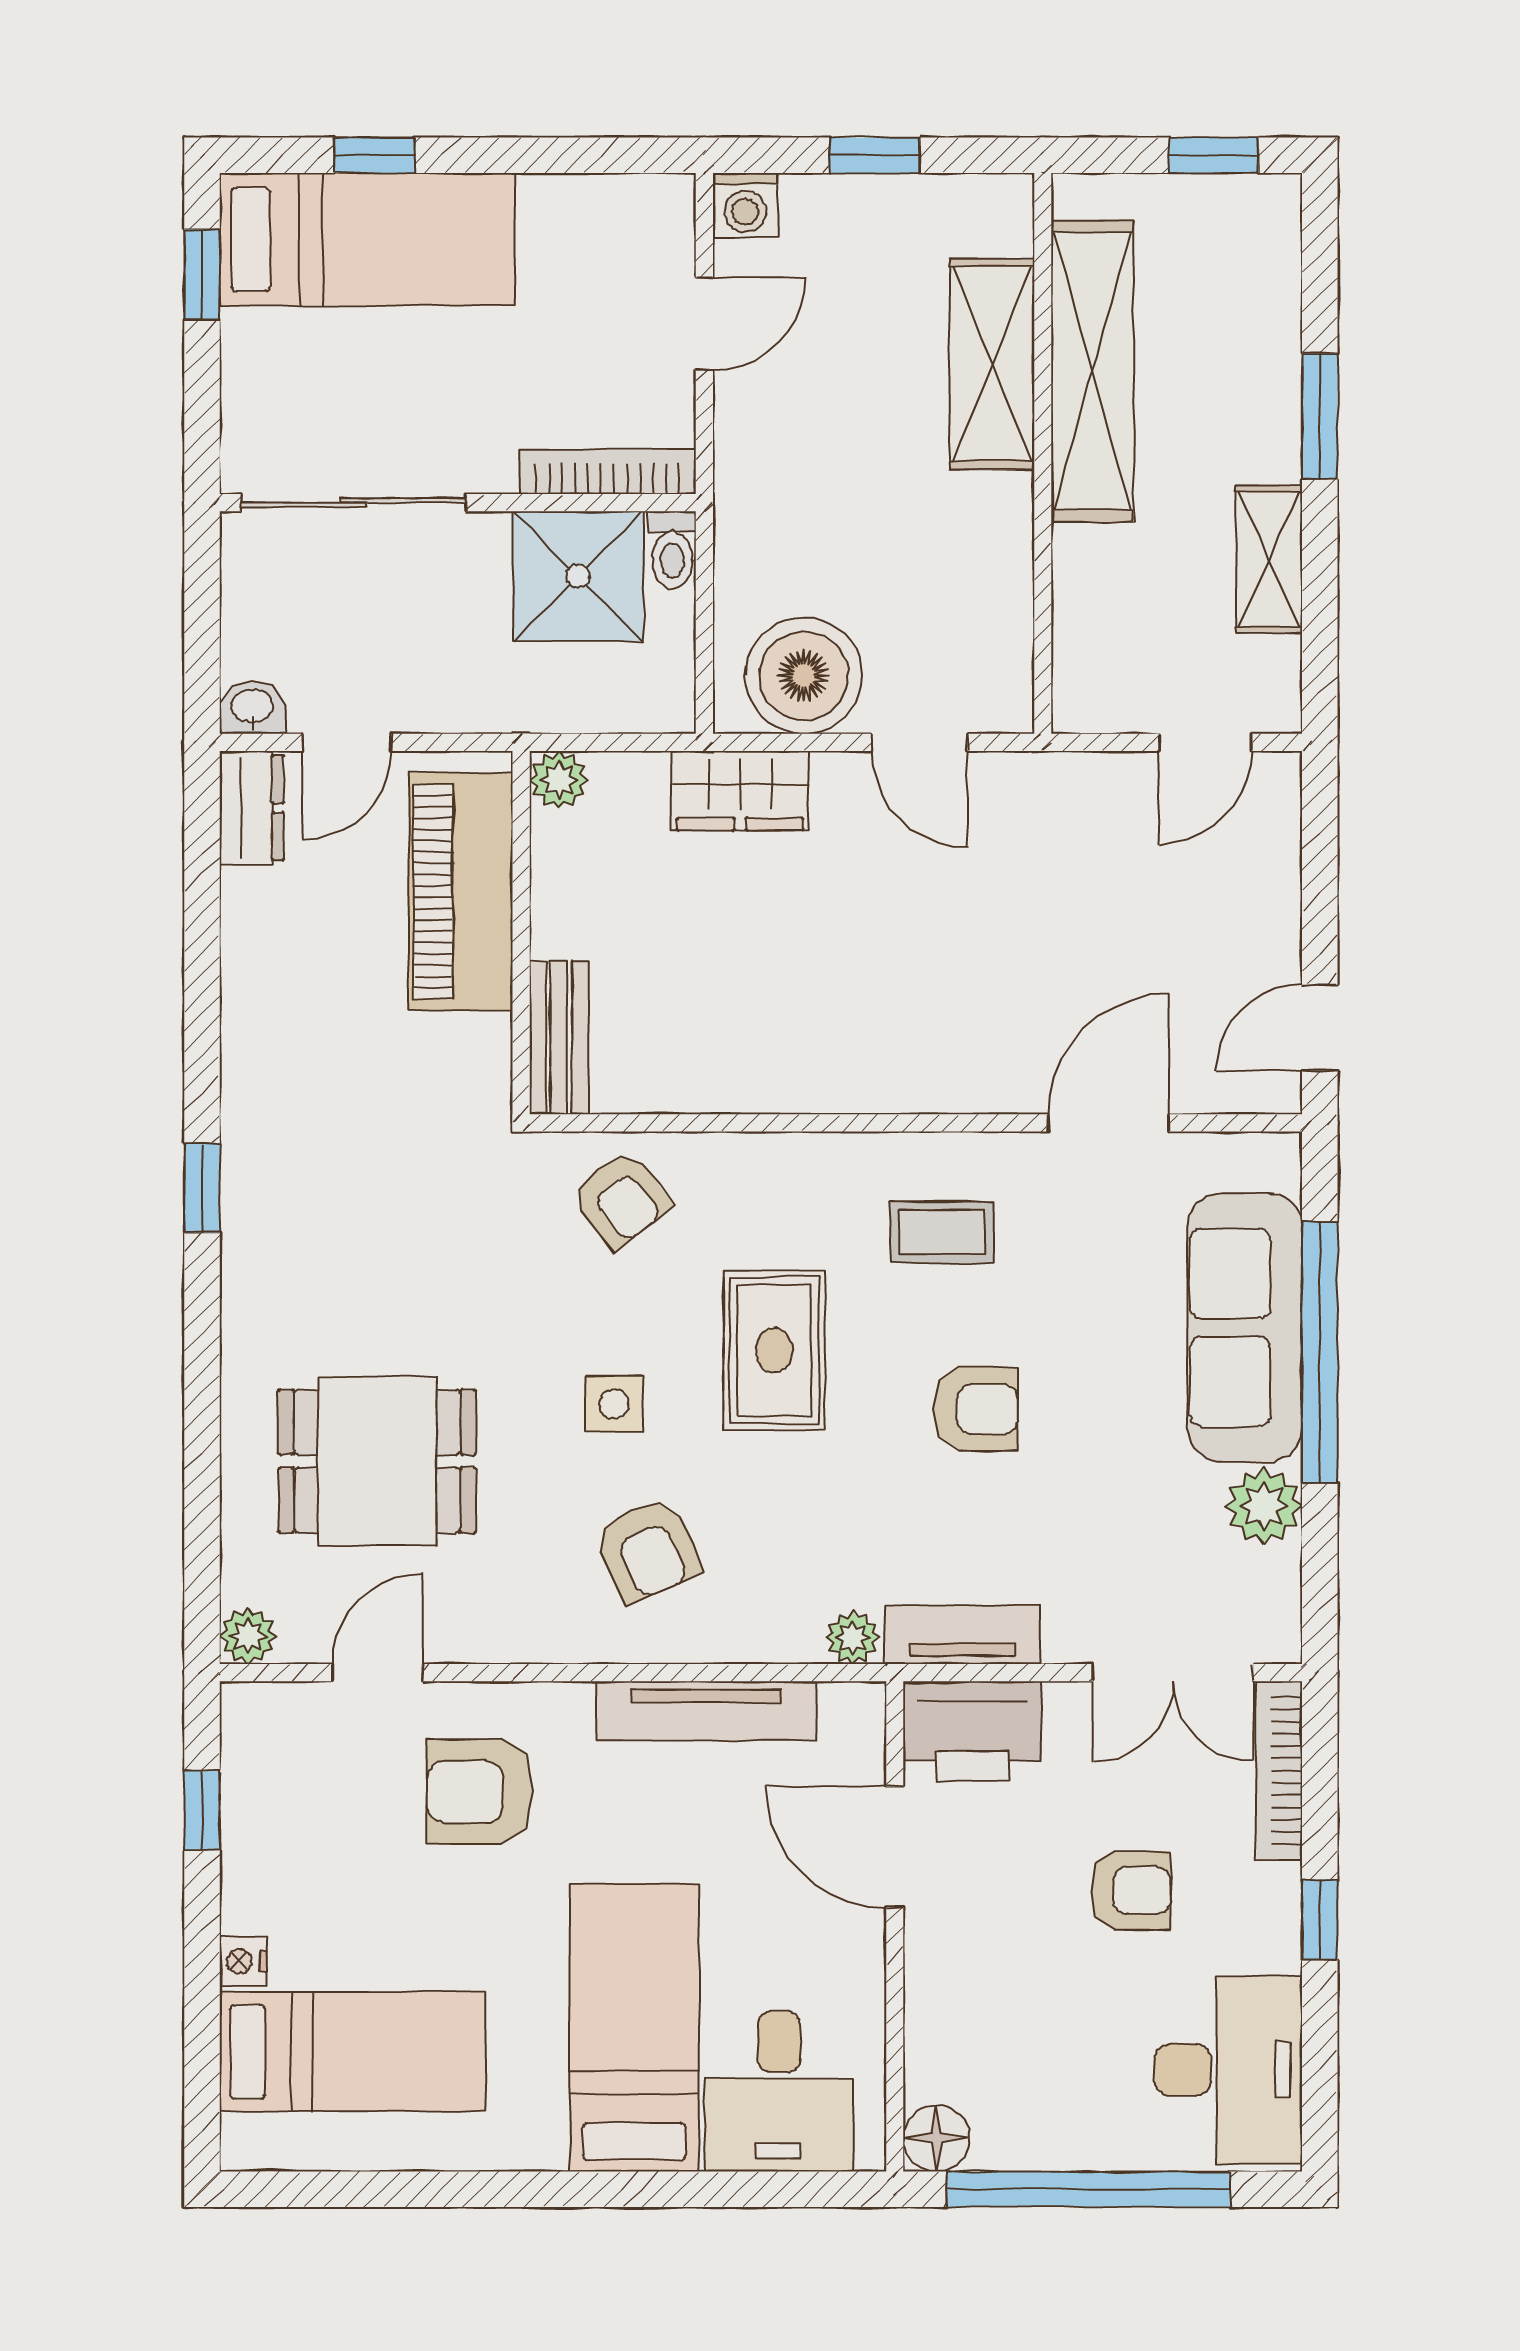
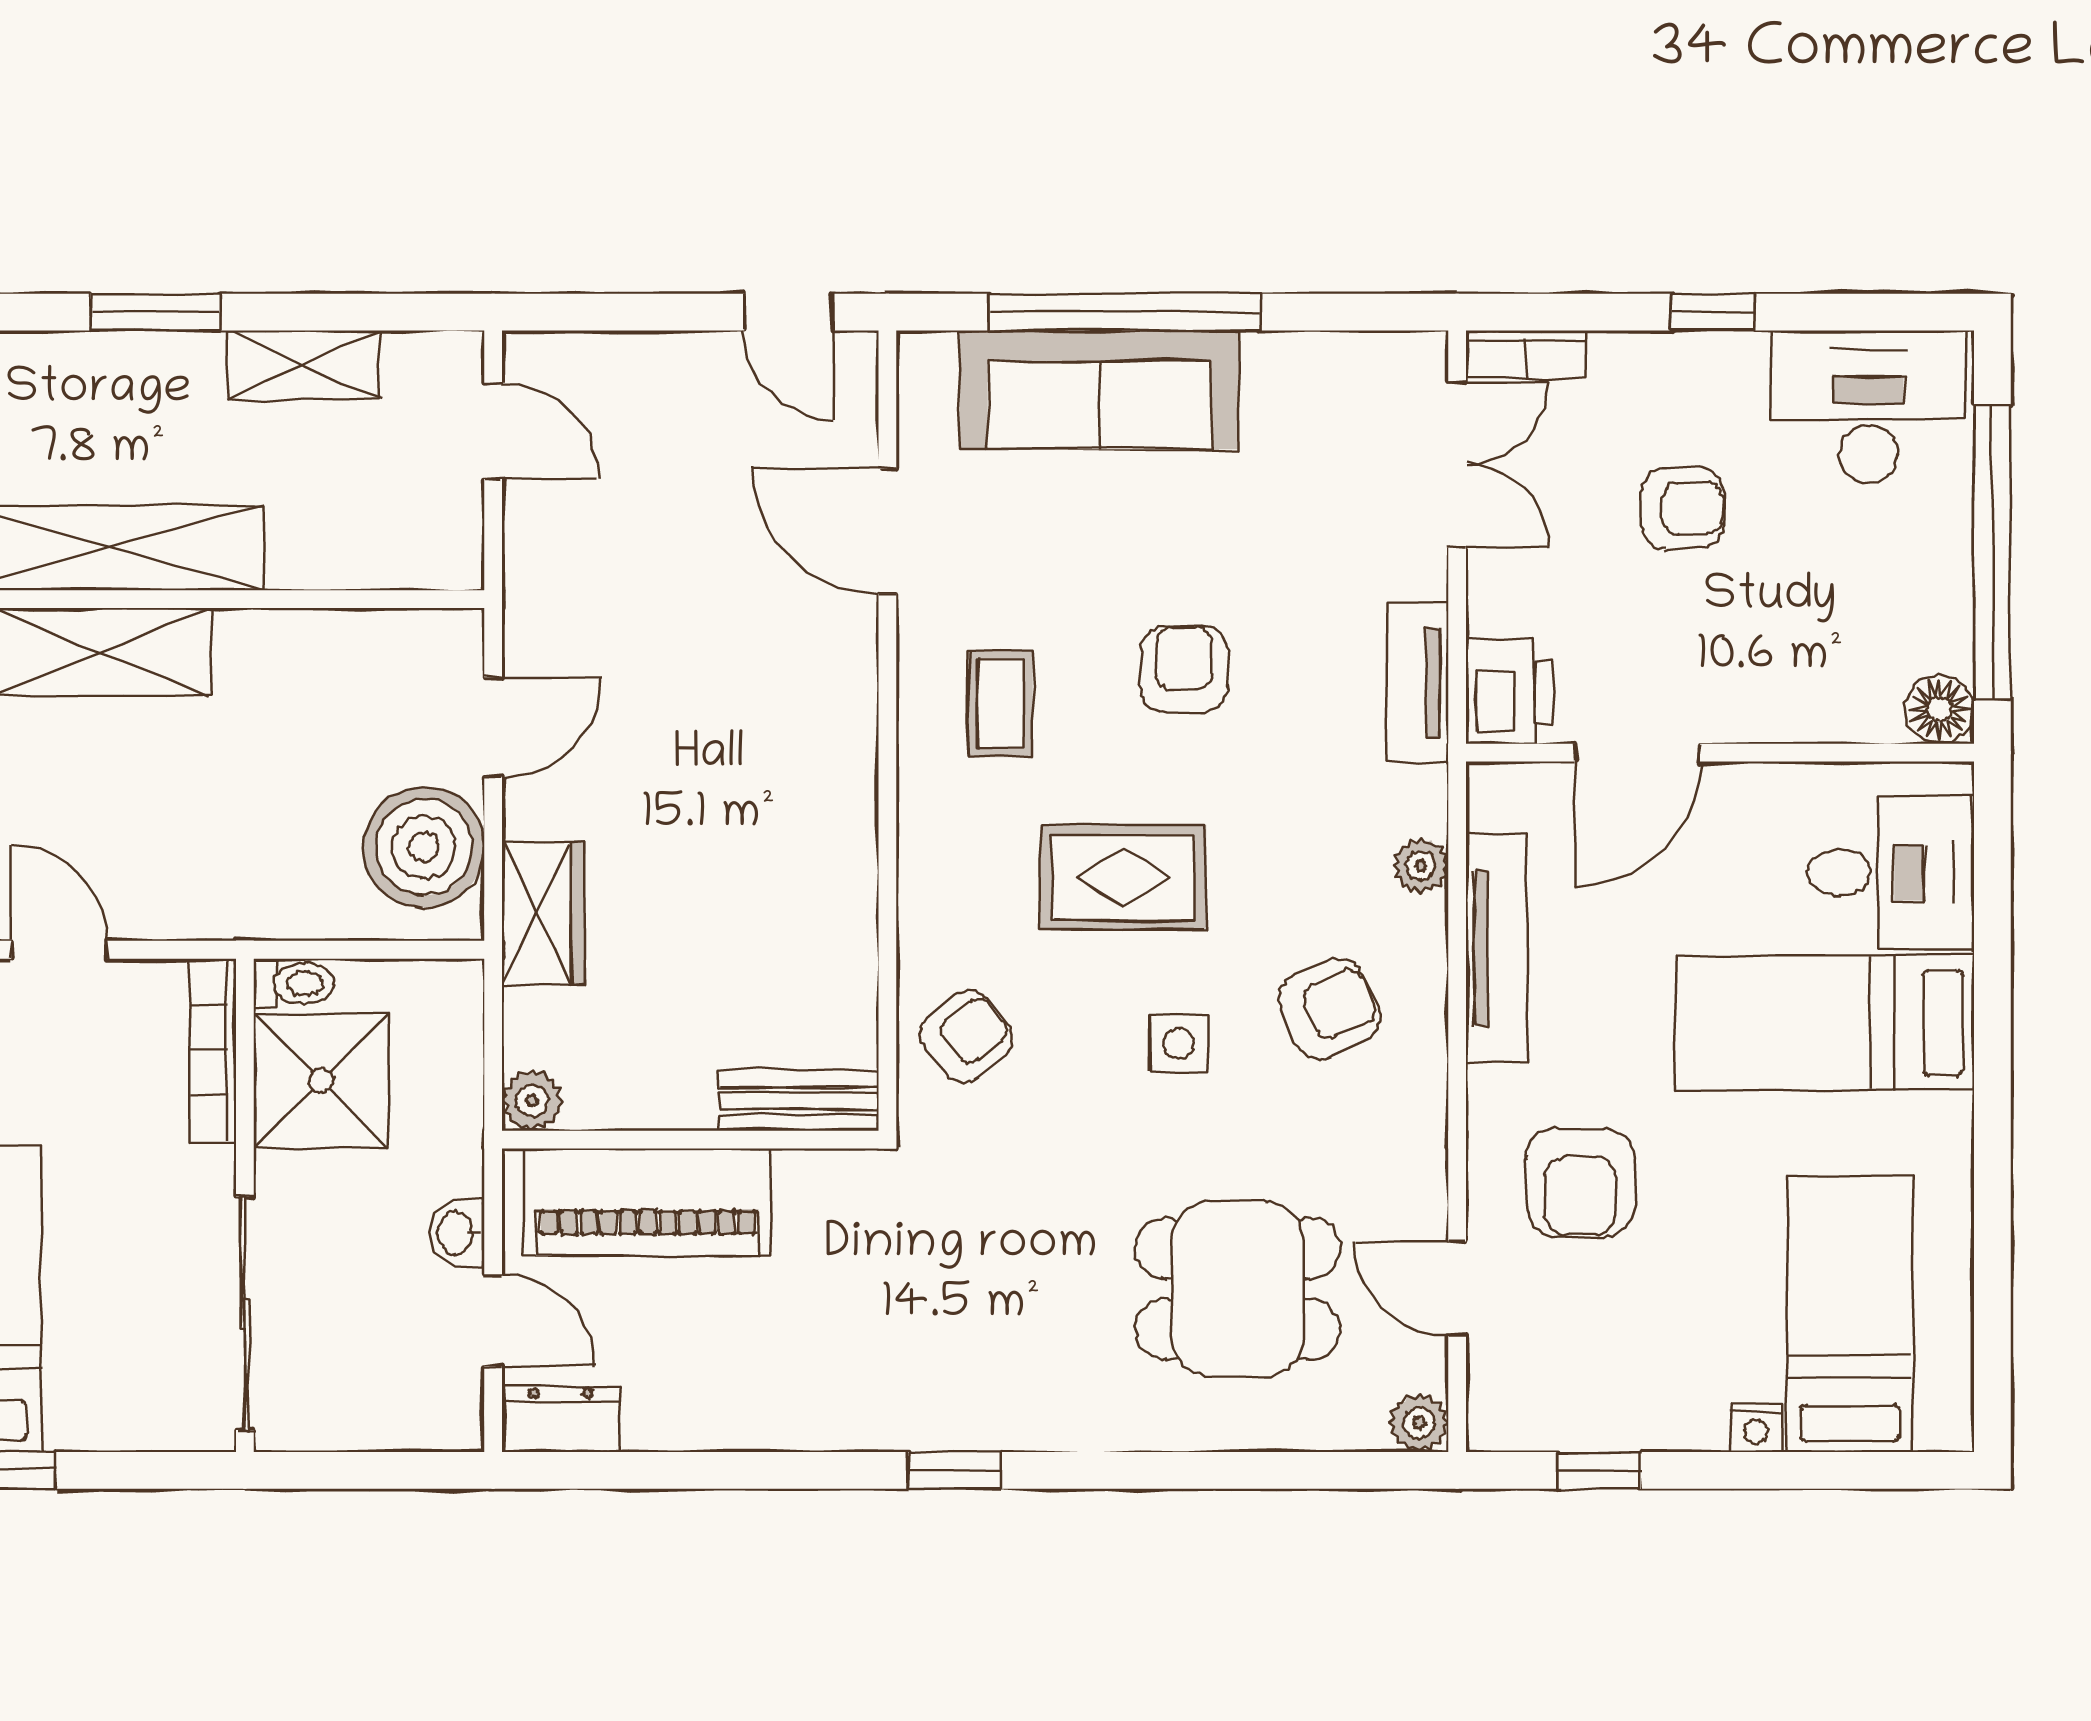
washbasin: (252, 707) -> (457, 1233), moved
dining table: (377, 1461) -> (1238, 1289), turned 90
plant: (1264, 1506) -> (1285, 370), removed
plant: (853, 1638) -> (1421, 866), moved
printer: (972, 1731) -> (1509, 692), width x0.73, depth x0.84
bookcase: (1279, 1771) -> (1525, 354), width x0.64
armchair: (1131, 1891) -> (1683, 508), turned 90

